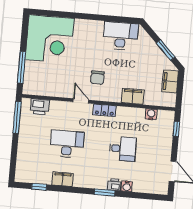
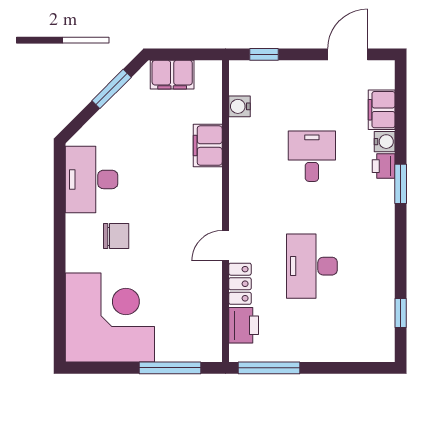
chair: (97, 78) -> (116, 236), moved
locker: (105, 110) -> (240, 284), moved
filing cabinet: (63, 179) -> (382, 110), moved

